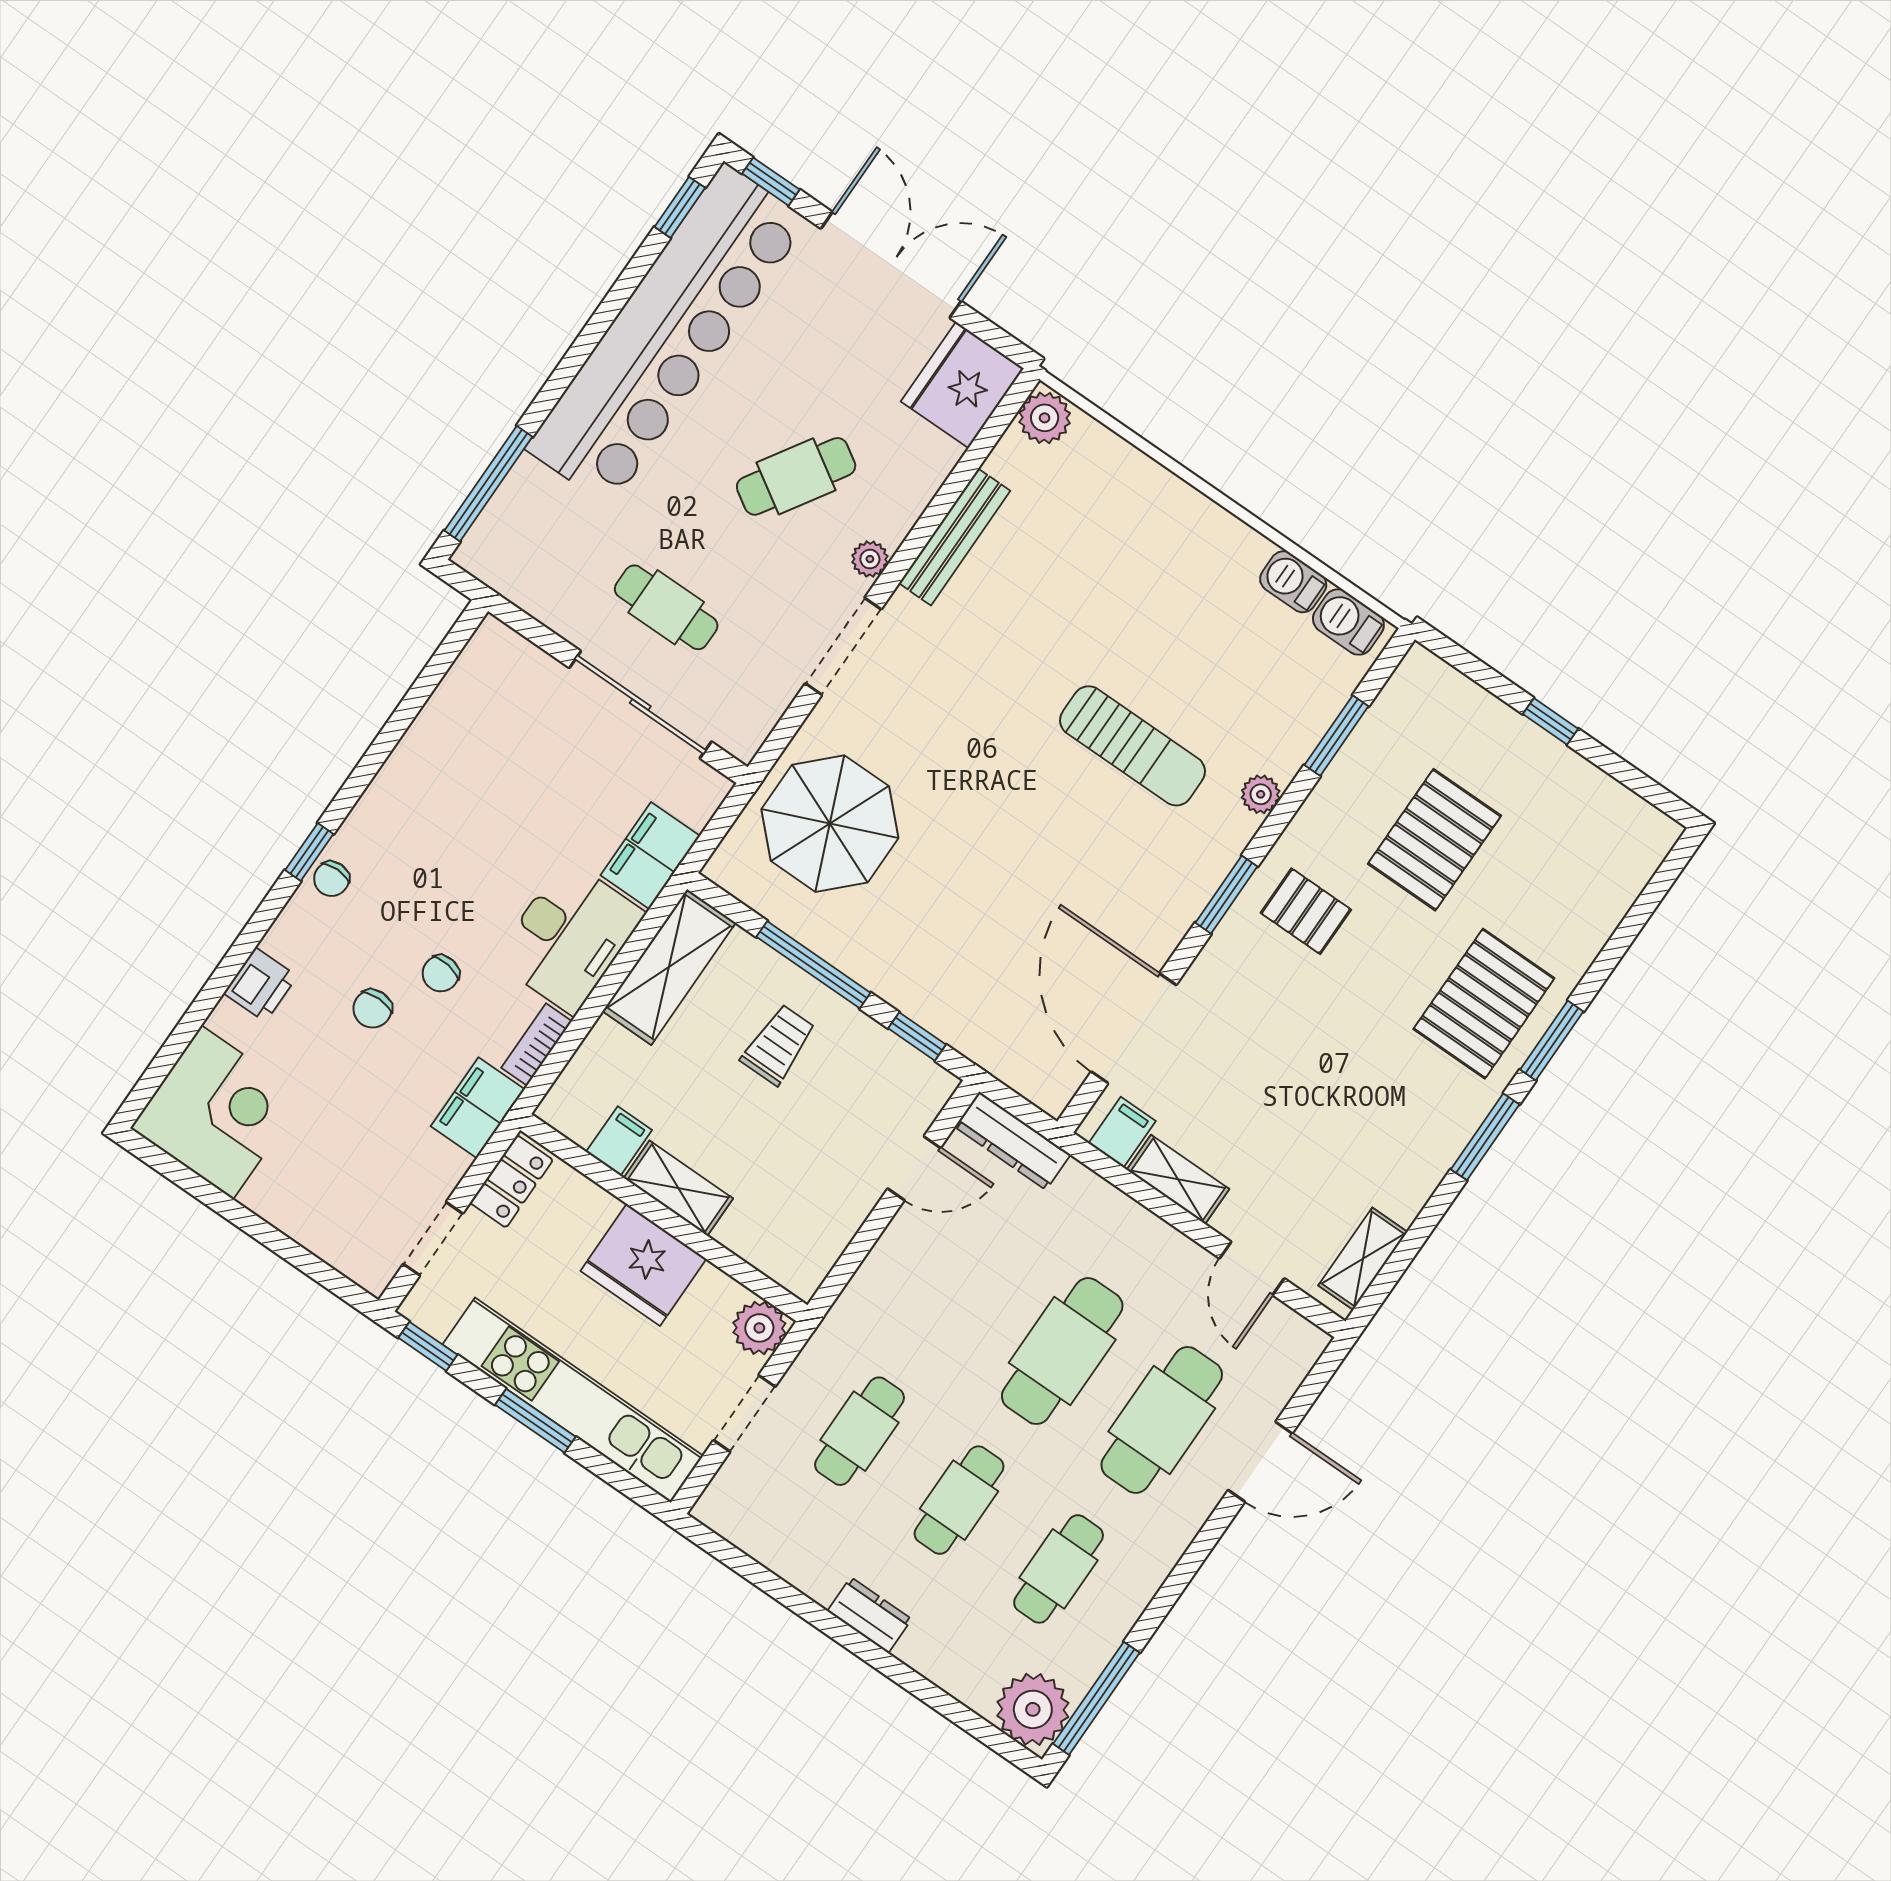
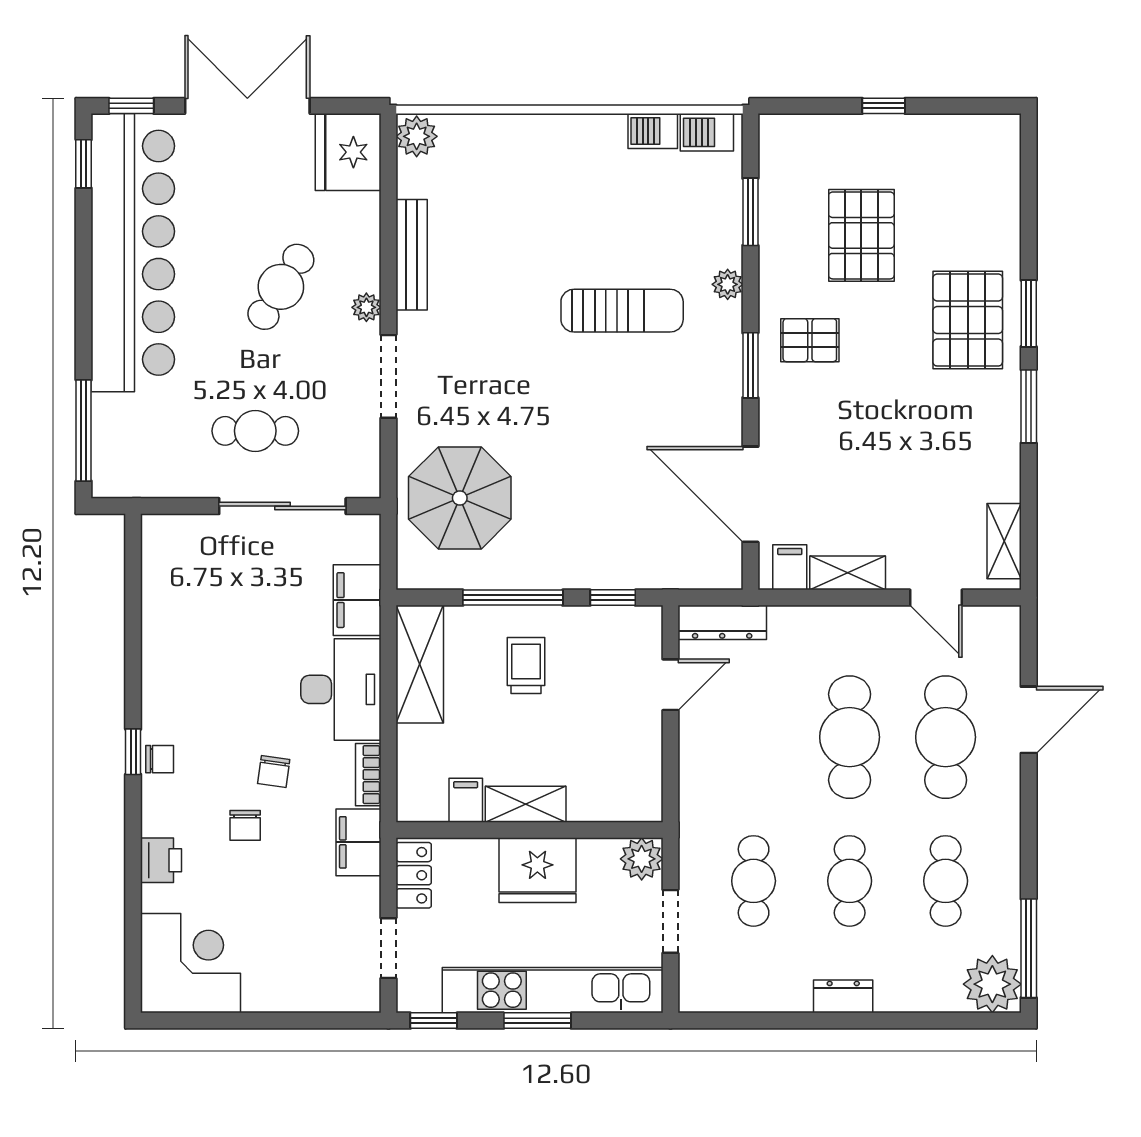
chair: (332, 879) -> (160, 759), turned -90

